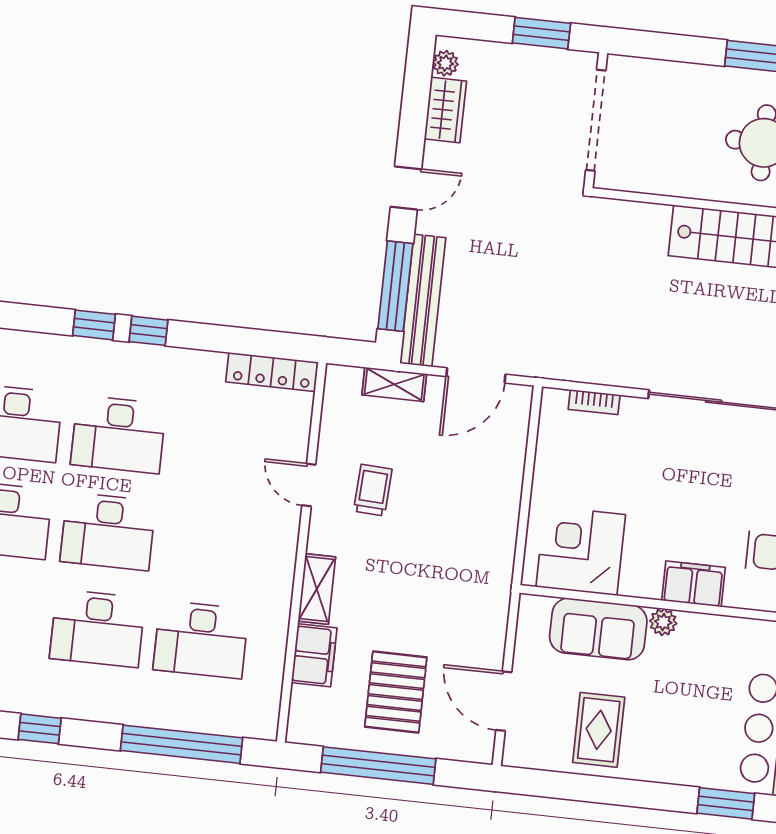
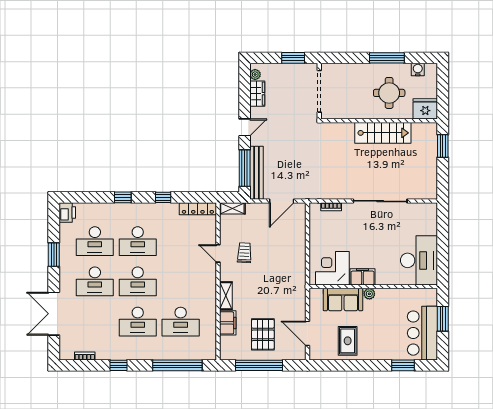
window: (149, 331) -> (163, 197), moved
shelving: (394, 384) -> (232, 208), moved
filing cabinet: (693, 584) -> (362, 277), moved

